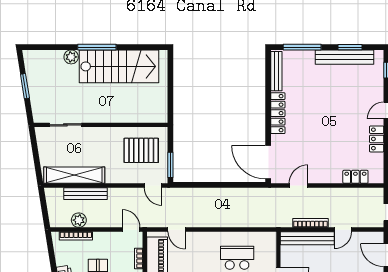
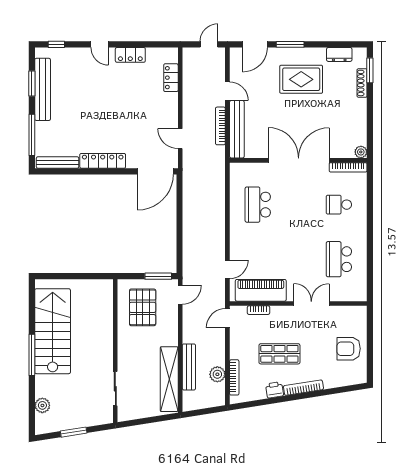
plant: (71, 57) -> (42, 405), moved

